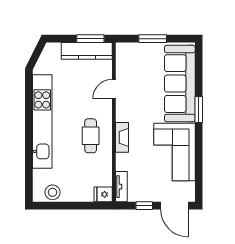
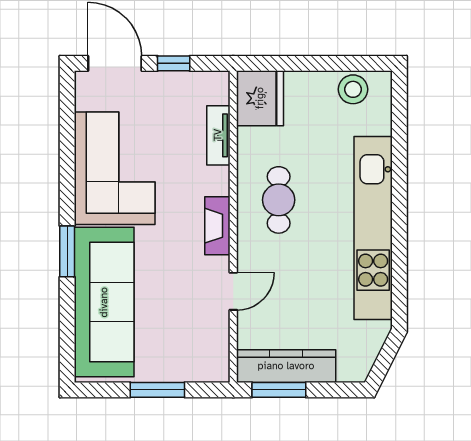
fireplace: (122, 137) -> (217, 226), moved
tv unit: (121, 187) -> (218, 135), moved
fridge: (103, 194) -> (260, 98), width x1.88, depth x1.34

